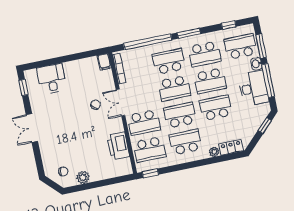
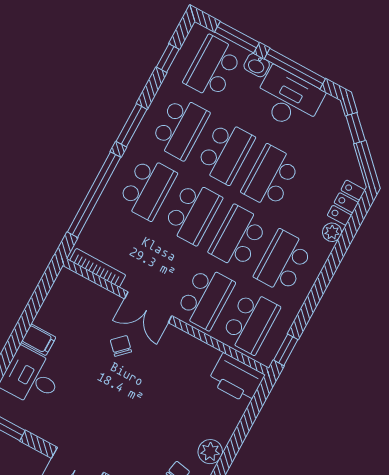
school desk: (169, 61) -> (147, 188), turned 180
filing cabinet: (104, 62) -> (38, 340), moved
printer: (118, 146) -> (236, 379), moved

